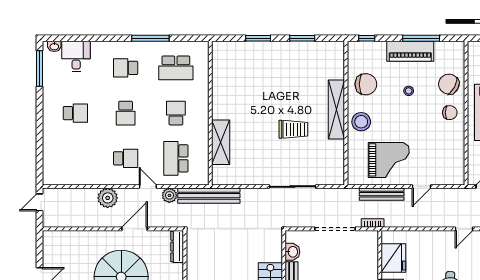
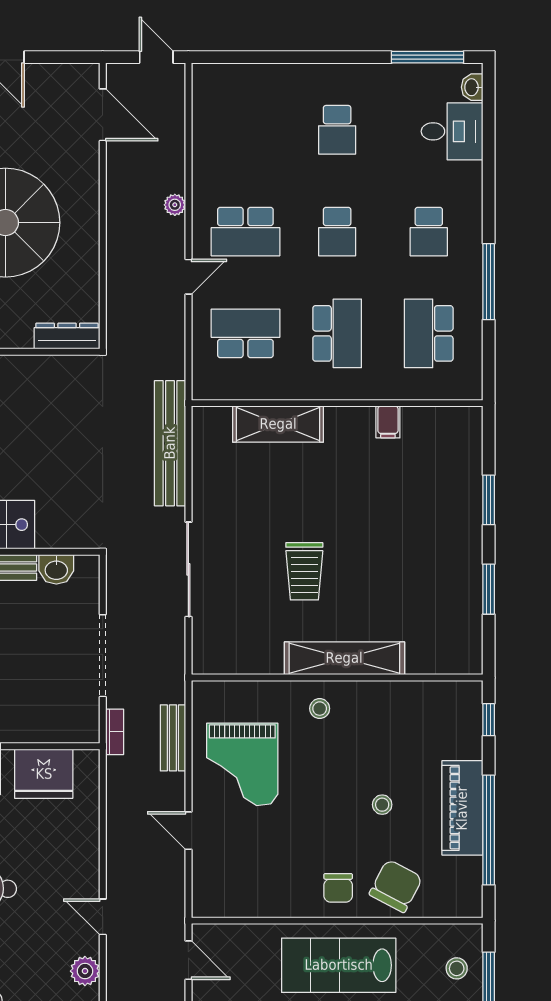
window: (421, 38) -> (489, 830), width x1.46
school desk: (126, 68) -> (429, 232), turned 180
chair: (366, 84) -> (396, 718), removed
filing cabinet: (220, 88) -> (388, 422), added
school desk: (126, 113) -> (337, 232), turned -90
school desk: (176, 113) -> (337, 333), width x1.85
stool: (361, 122) -> (320, 709), width x0.53, depth x0.53
school desk: (126, 158) -> (245, 232), width x1.85
bench: (382, 194) -> (173, 738), width x0.73
plant: (169, 195) -> (171, 320), removed
bench: (209, 196) -> (170, 443), moved
plant: (108, 198) -> (175, 205), width x0.53, depth x0.53
door: (135, 229) -> (103, 115), moved

